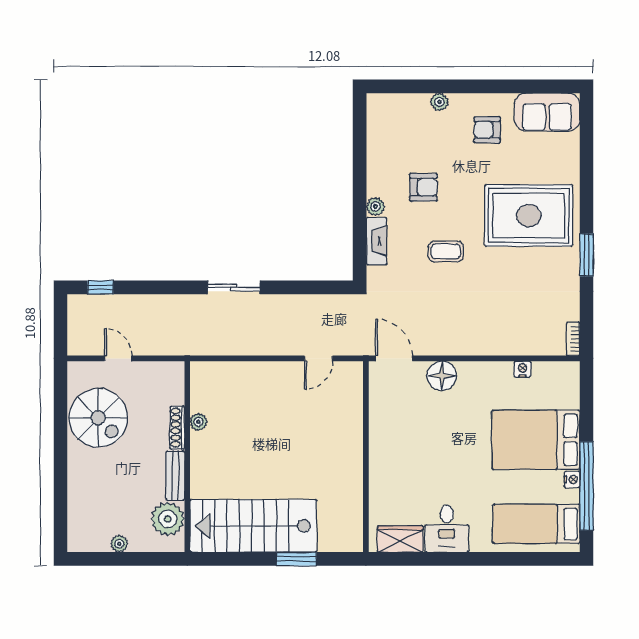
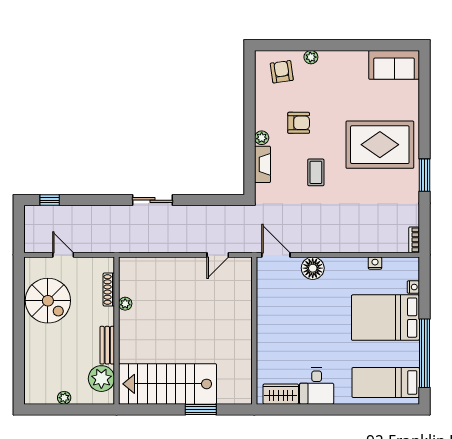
armchair: (487, 130) -> (282, 72), moved, turned 82
coffee table: (446, 251) -> (316, 172), turned 90
shoe rack: (177, 428) -> (109, 289), moved
nightstand: (572, 479) -> (413, 287), moved

